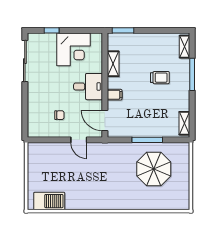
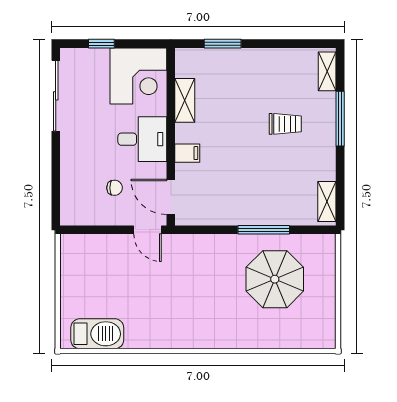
shelving: (113, 64) -> (185, 100), moved
wall: (105, 85) -> (171, 137), moved
desk: (88, 87) -> (142, 139), moved
filing cabinet: (115, 95) -> (187, 153), moved
door: (105, 121) -> (171, 197), moved

